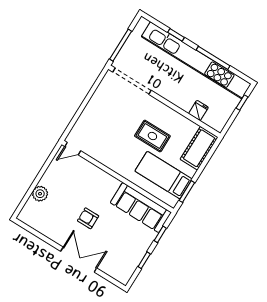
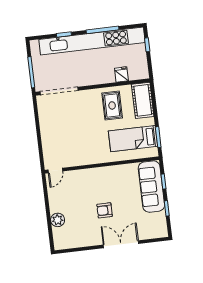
rug: (152, 136) -> (112, 105), moved, turned 90
sofa: (141, 208) -> (151, 187), moved, turned 90

